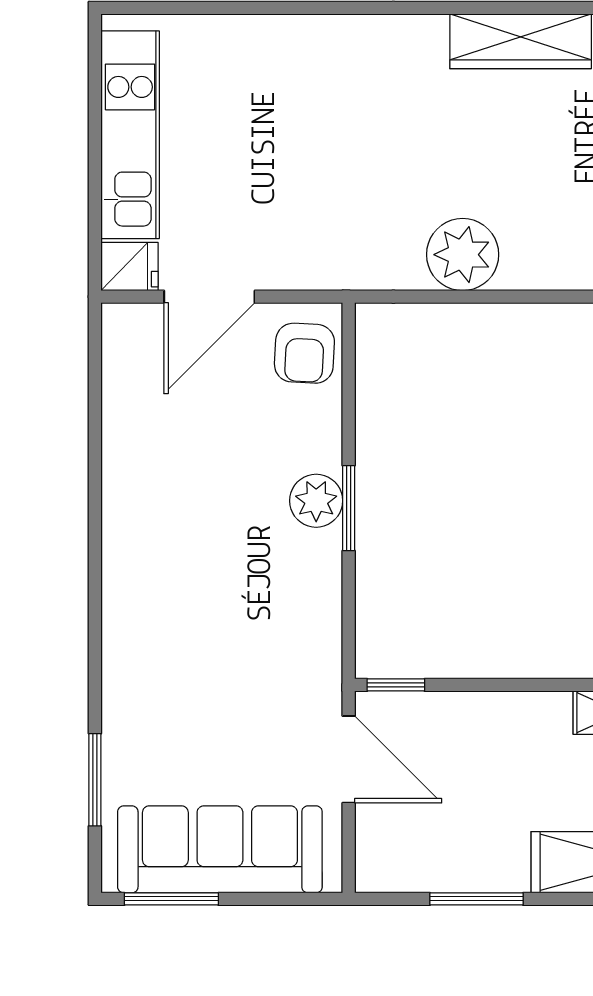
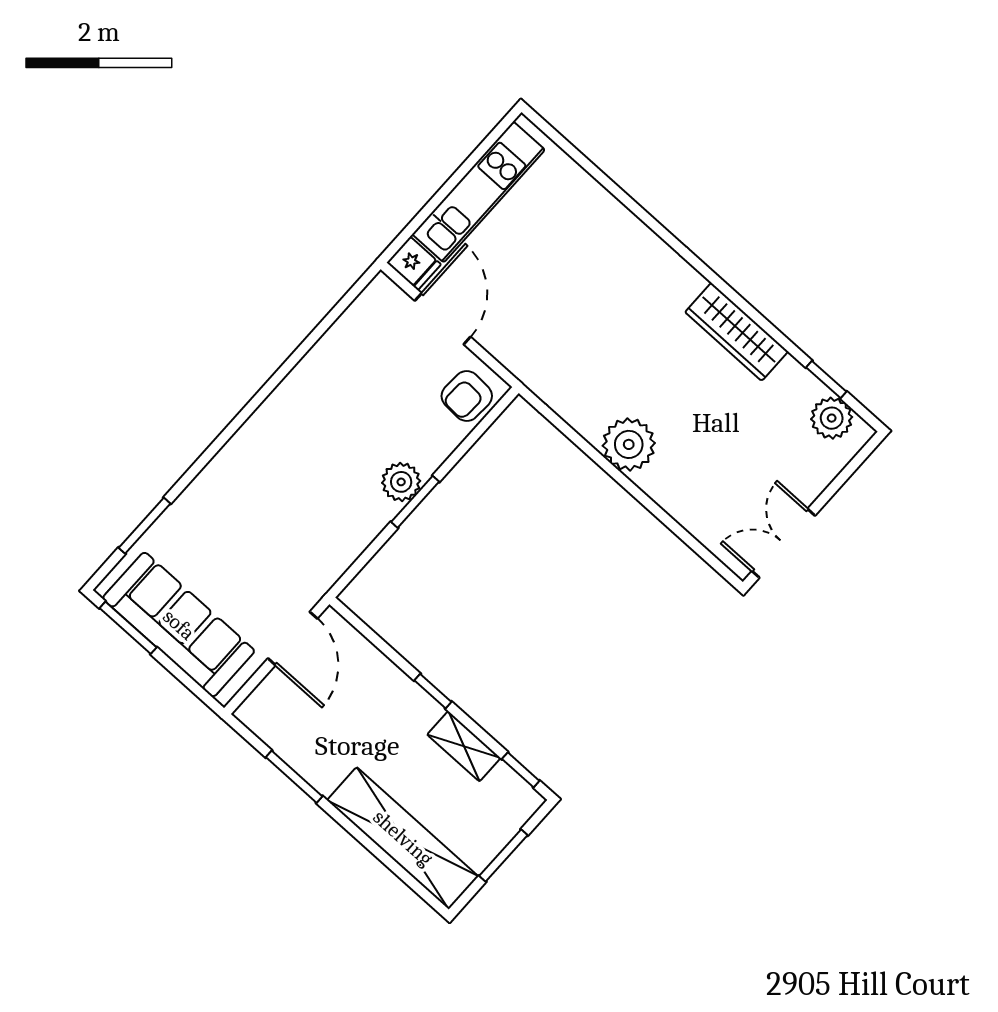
plant: (463, 255) -> (629, 444), moved
door: (209, 297) -> (443, 319), swing flipped
window: (396, 685) -> (433, 691), moved

